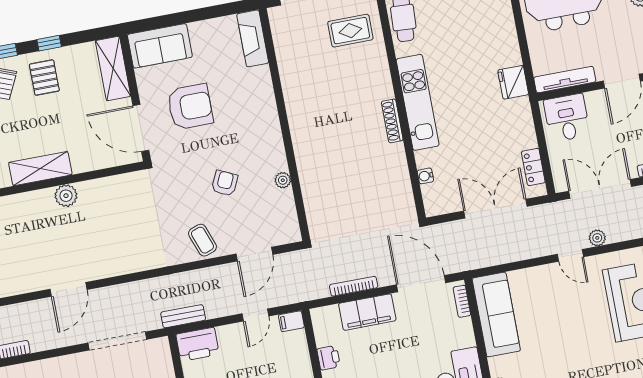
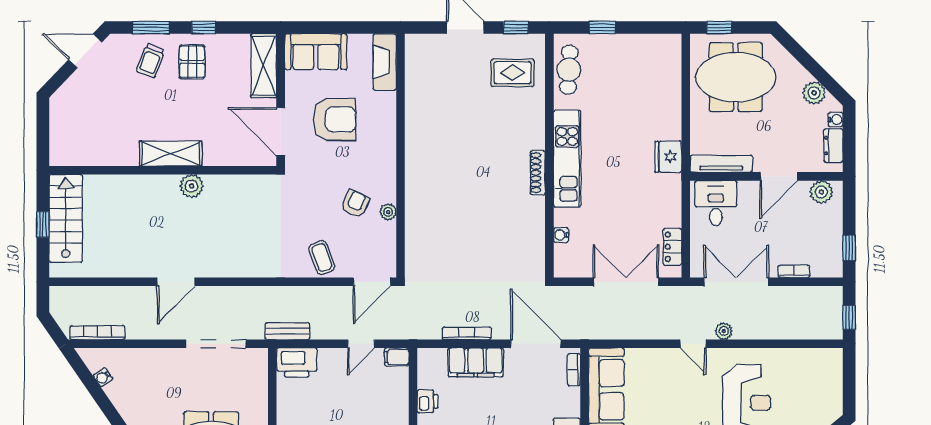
fireplace: (253, 38) -> (385, 62), moved
wall: (284, 125) -> (401, 156), moved
plant: (283, 180) -> (388, 212), moved

